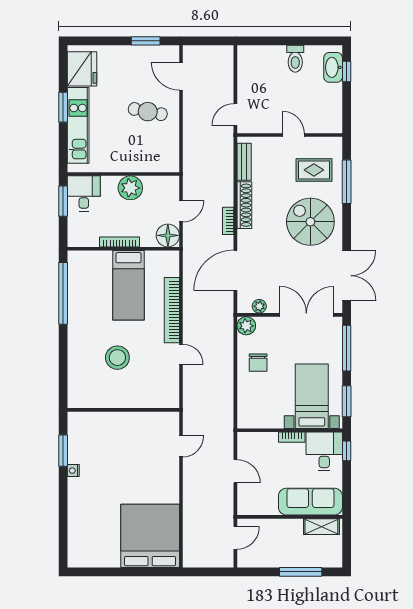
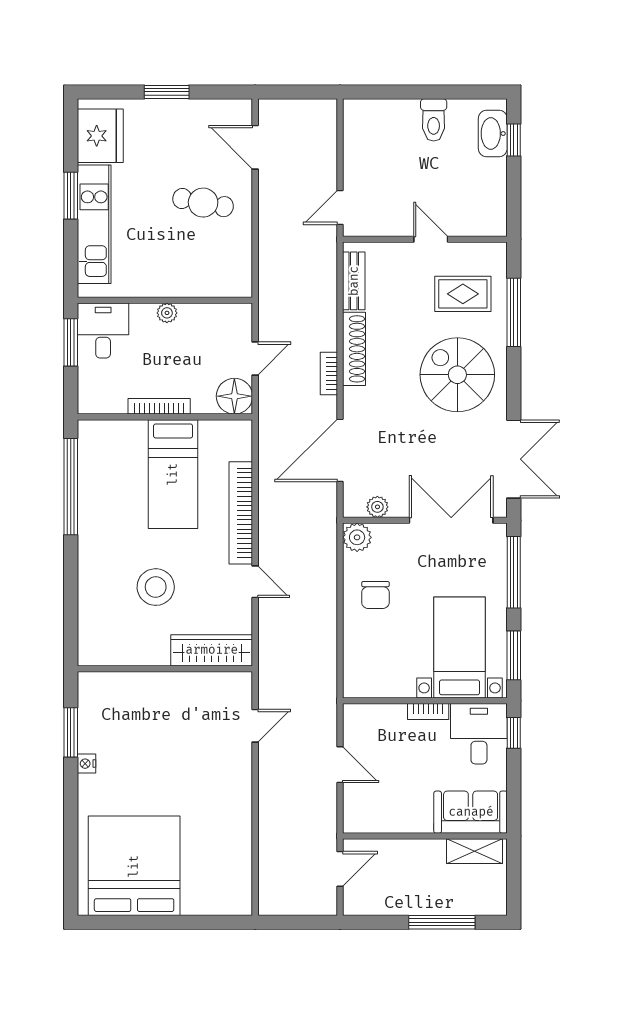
window: (146, 41) -> (167, 92), moved
plant: (130, 188) -> (167, 313), width x0.53, depth x0.53
wardrobe: (153, 398) -> (212, 650), added
sofa: (310, 502) -> (471, 812), width x0.73
bed: (150, 536) -> (134, 866), moved

